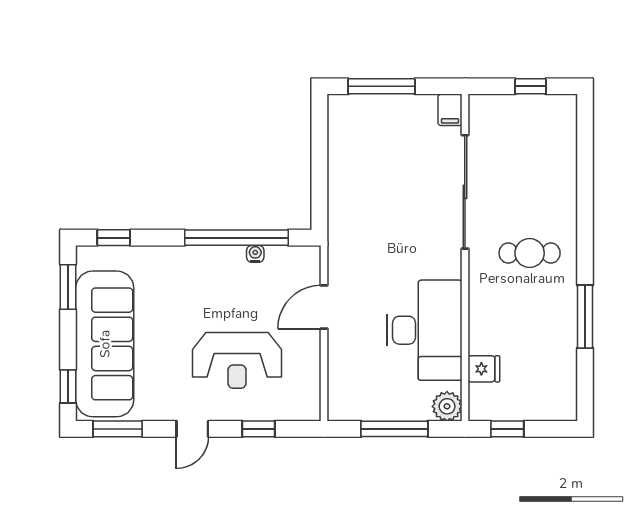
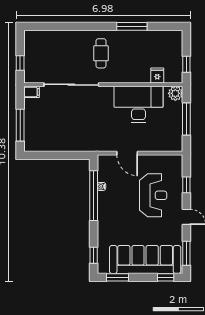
window: (531, 86) -> (20, 63), moved

